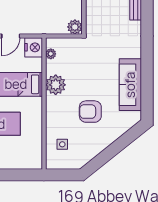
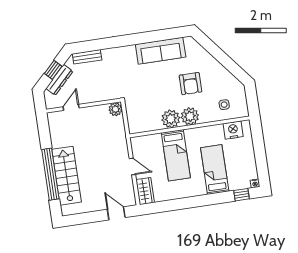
nightstand: (34, 47) -> (233, 130), moved
plant: (51, 54) -> (190, 116), moved, width x1.88, depth x1.88

